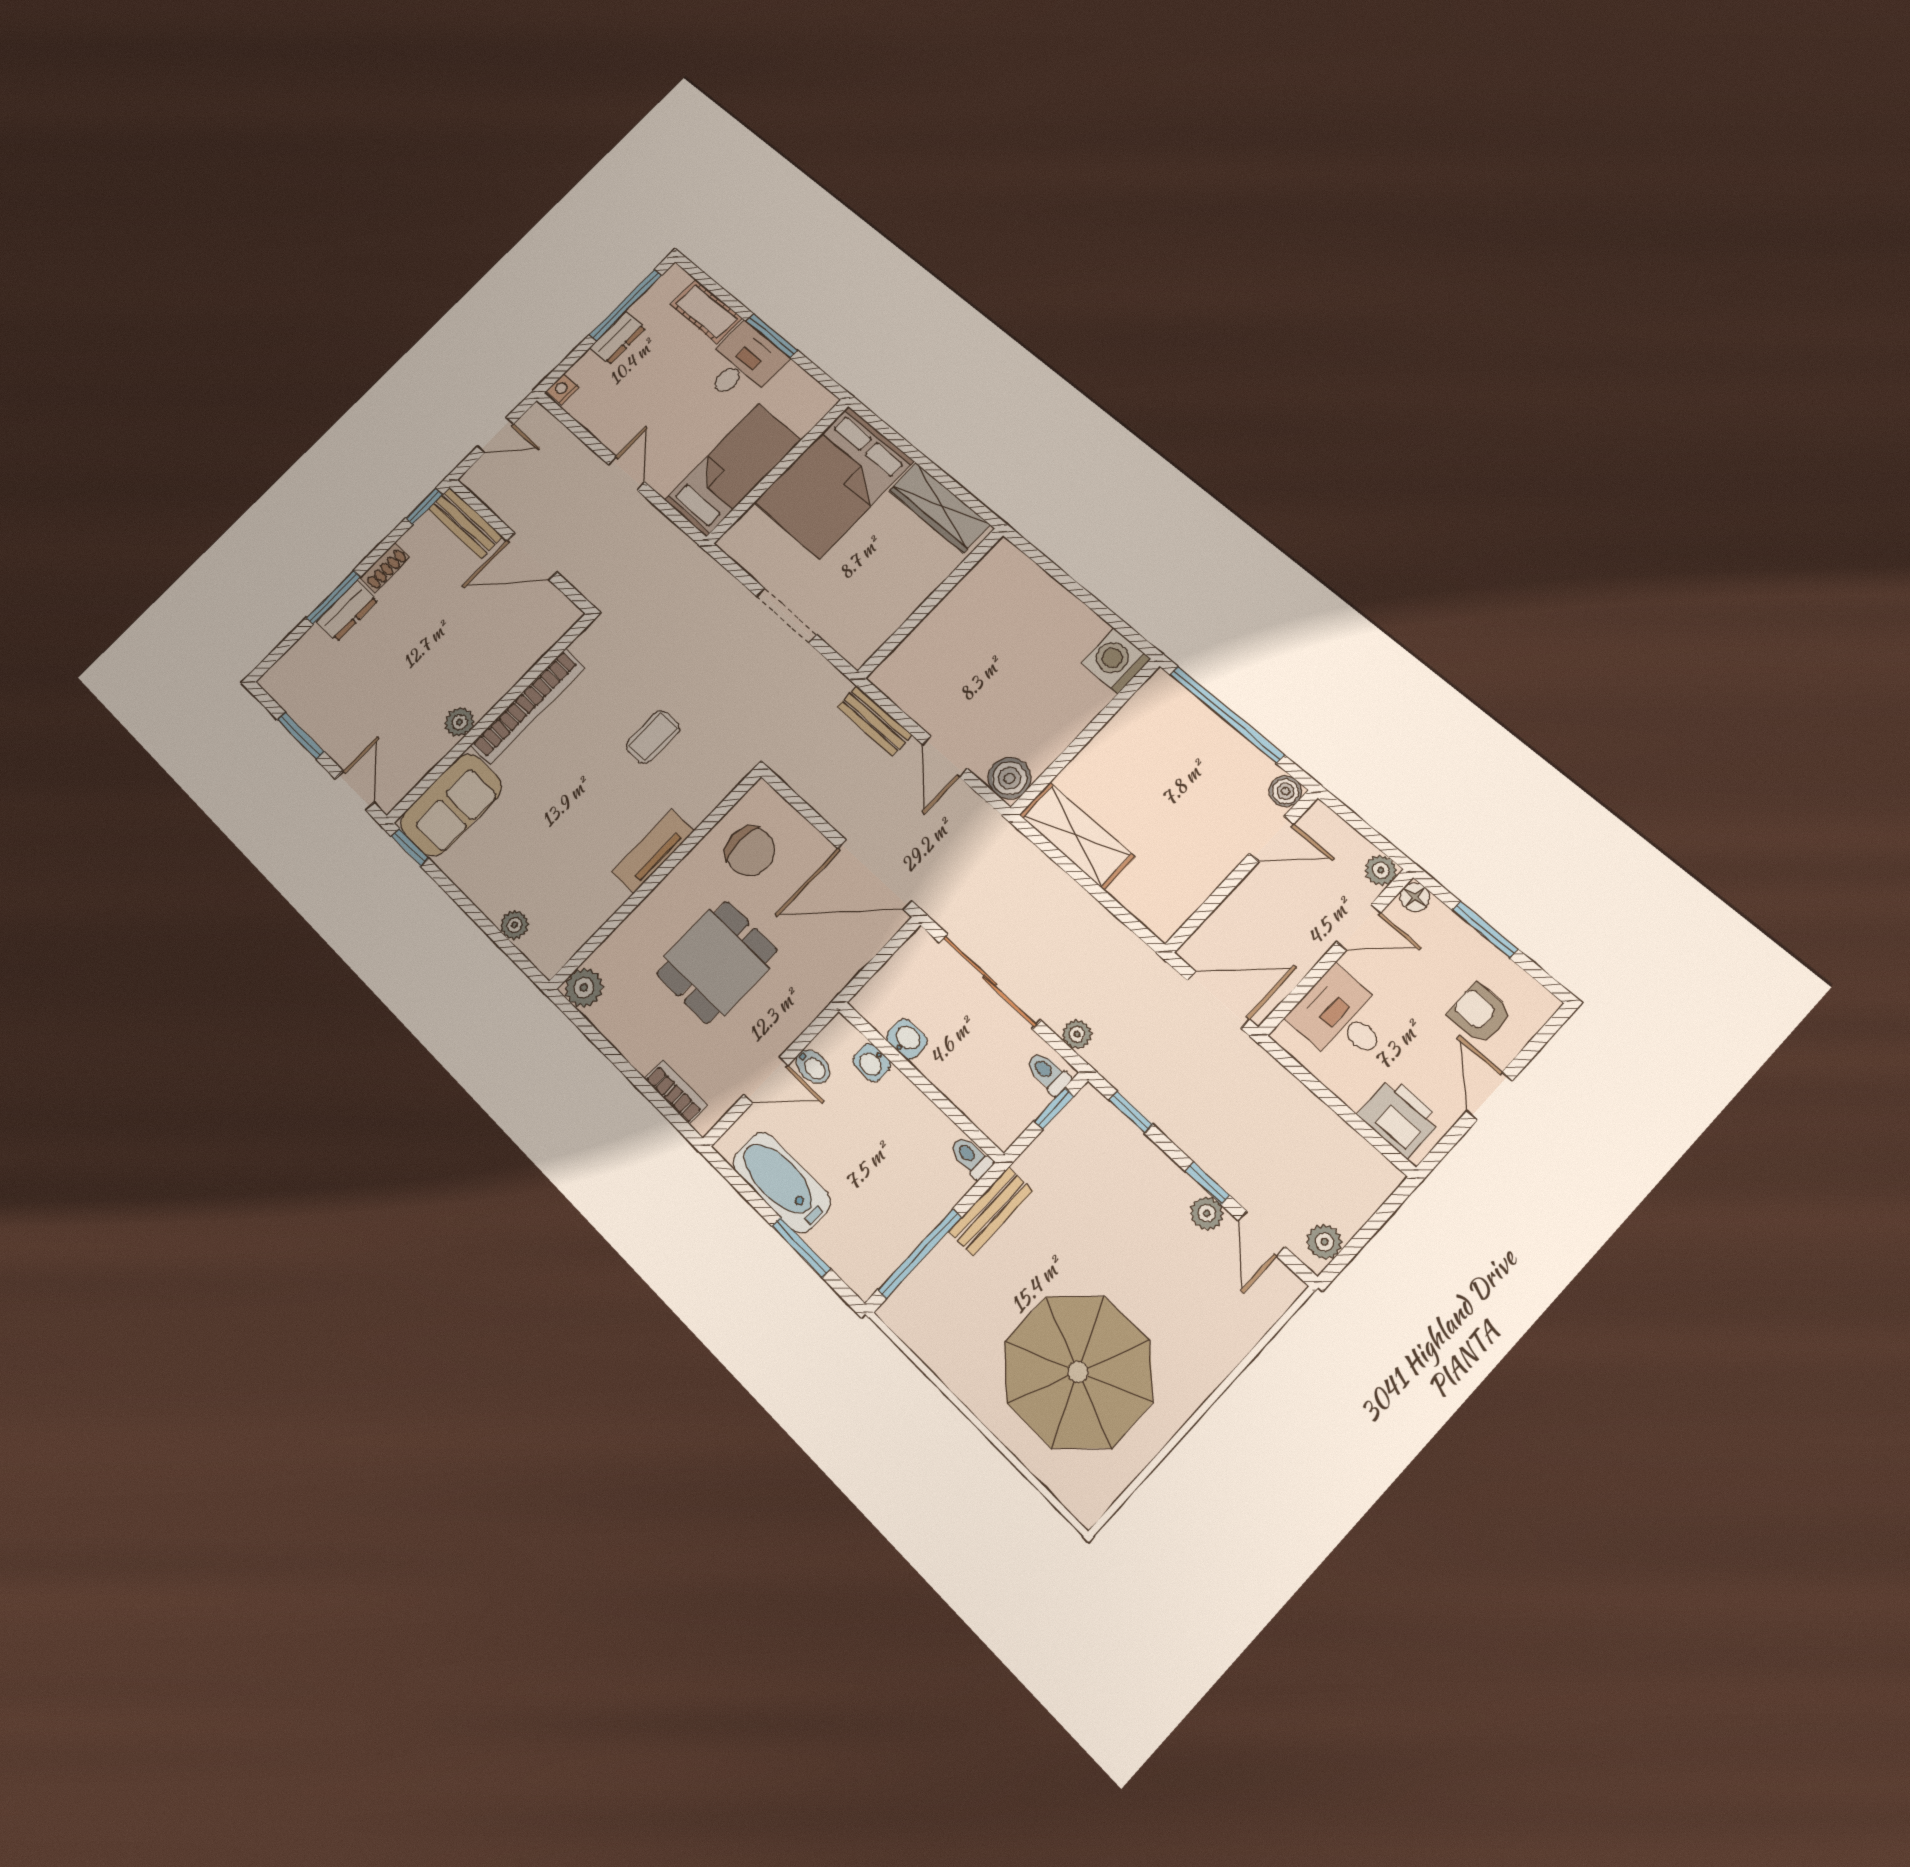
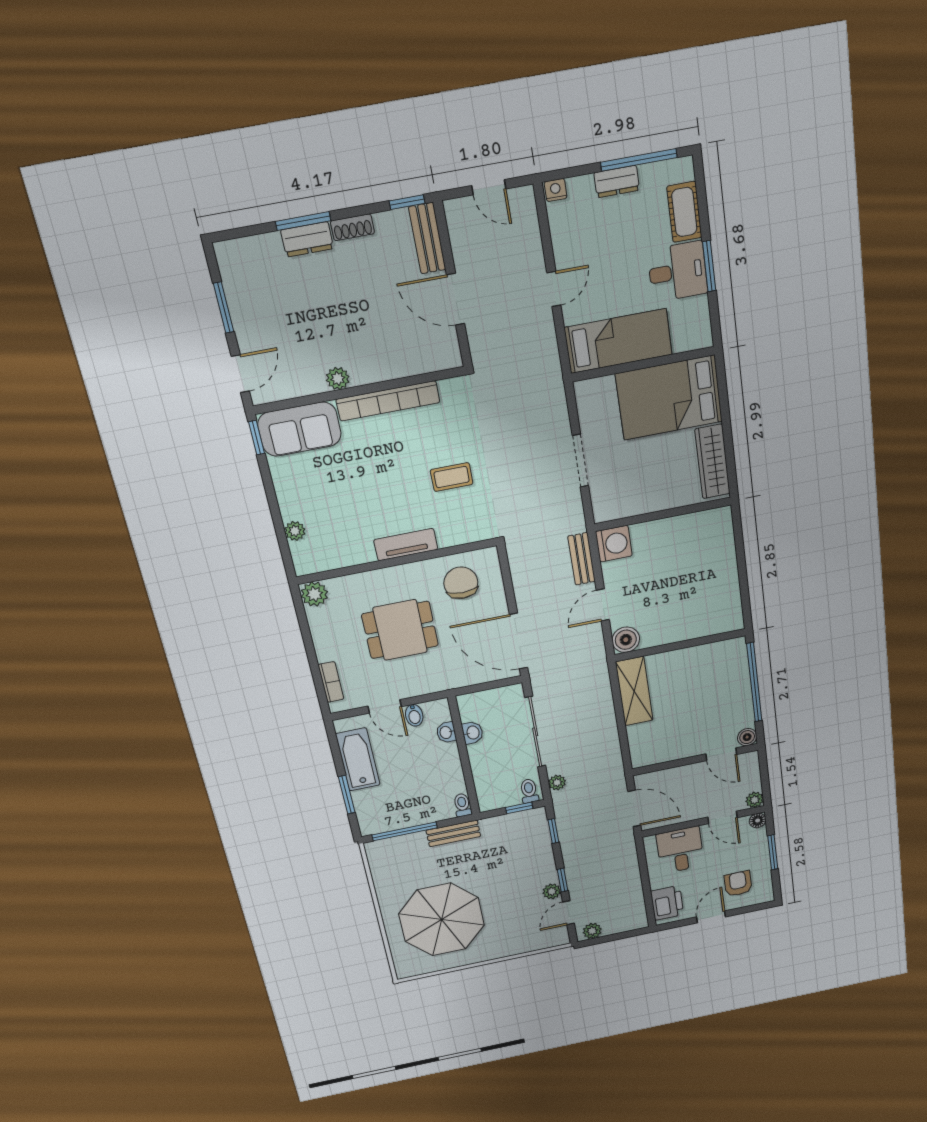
washing machine: (1116, 661) -> (614, 544), moved, turned 90
chair: (750, 851) -> (461, 583), turned 180

